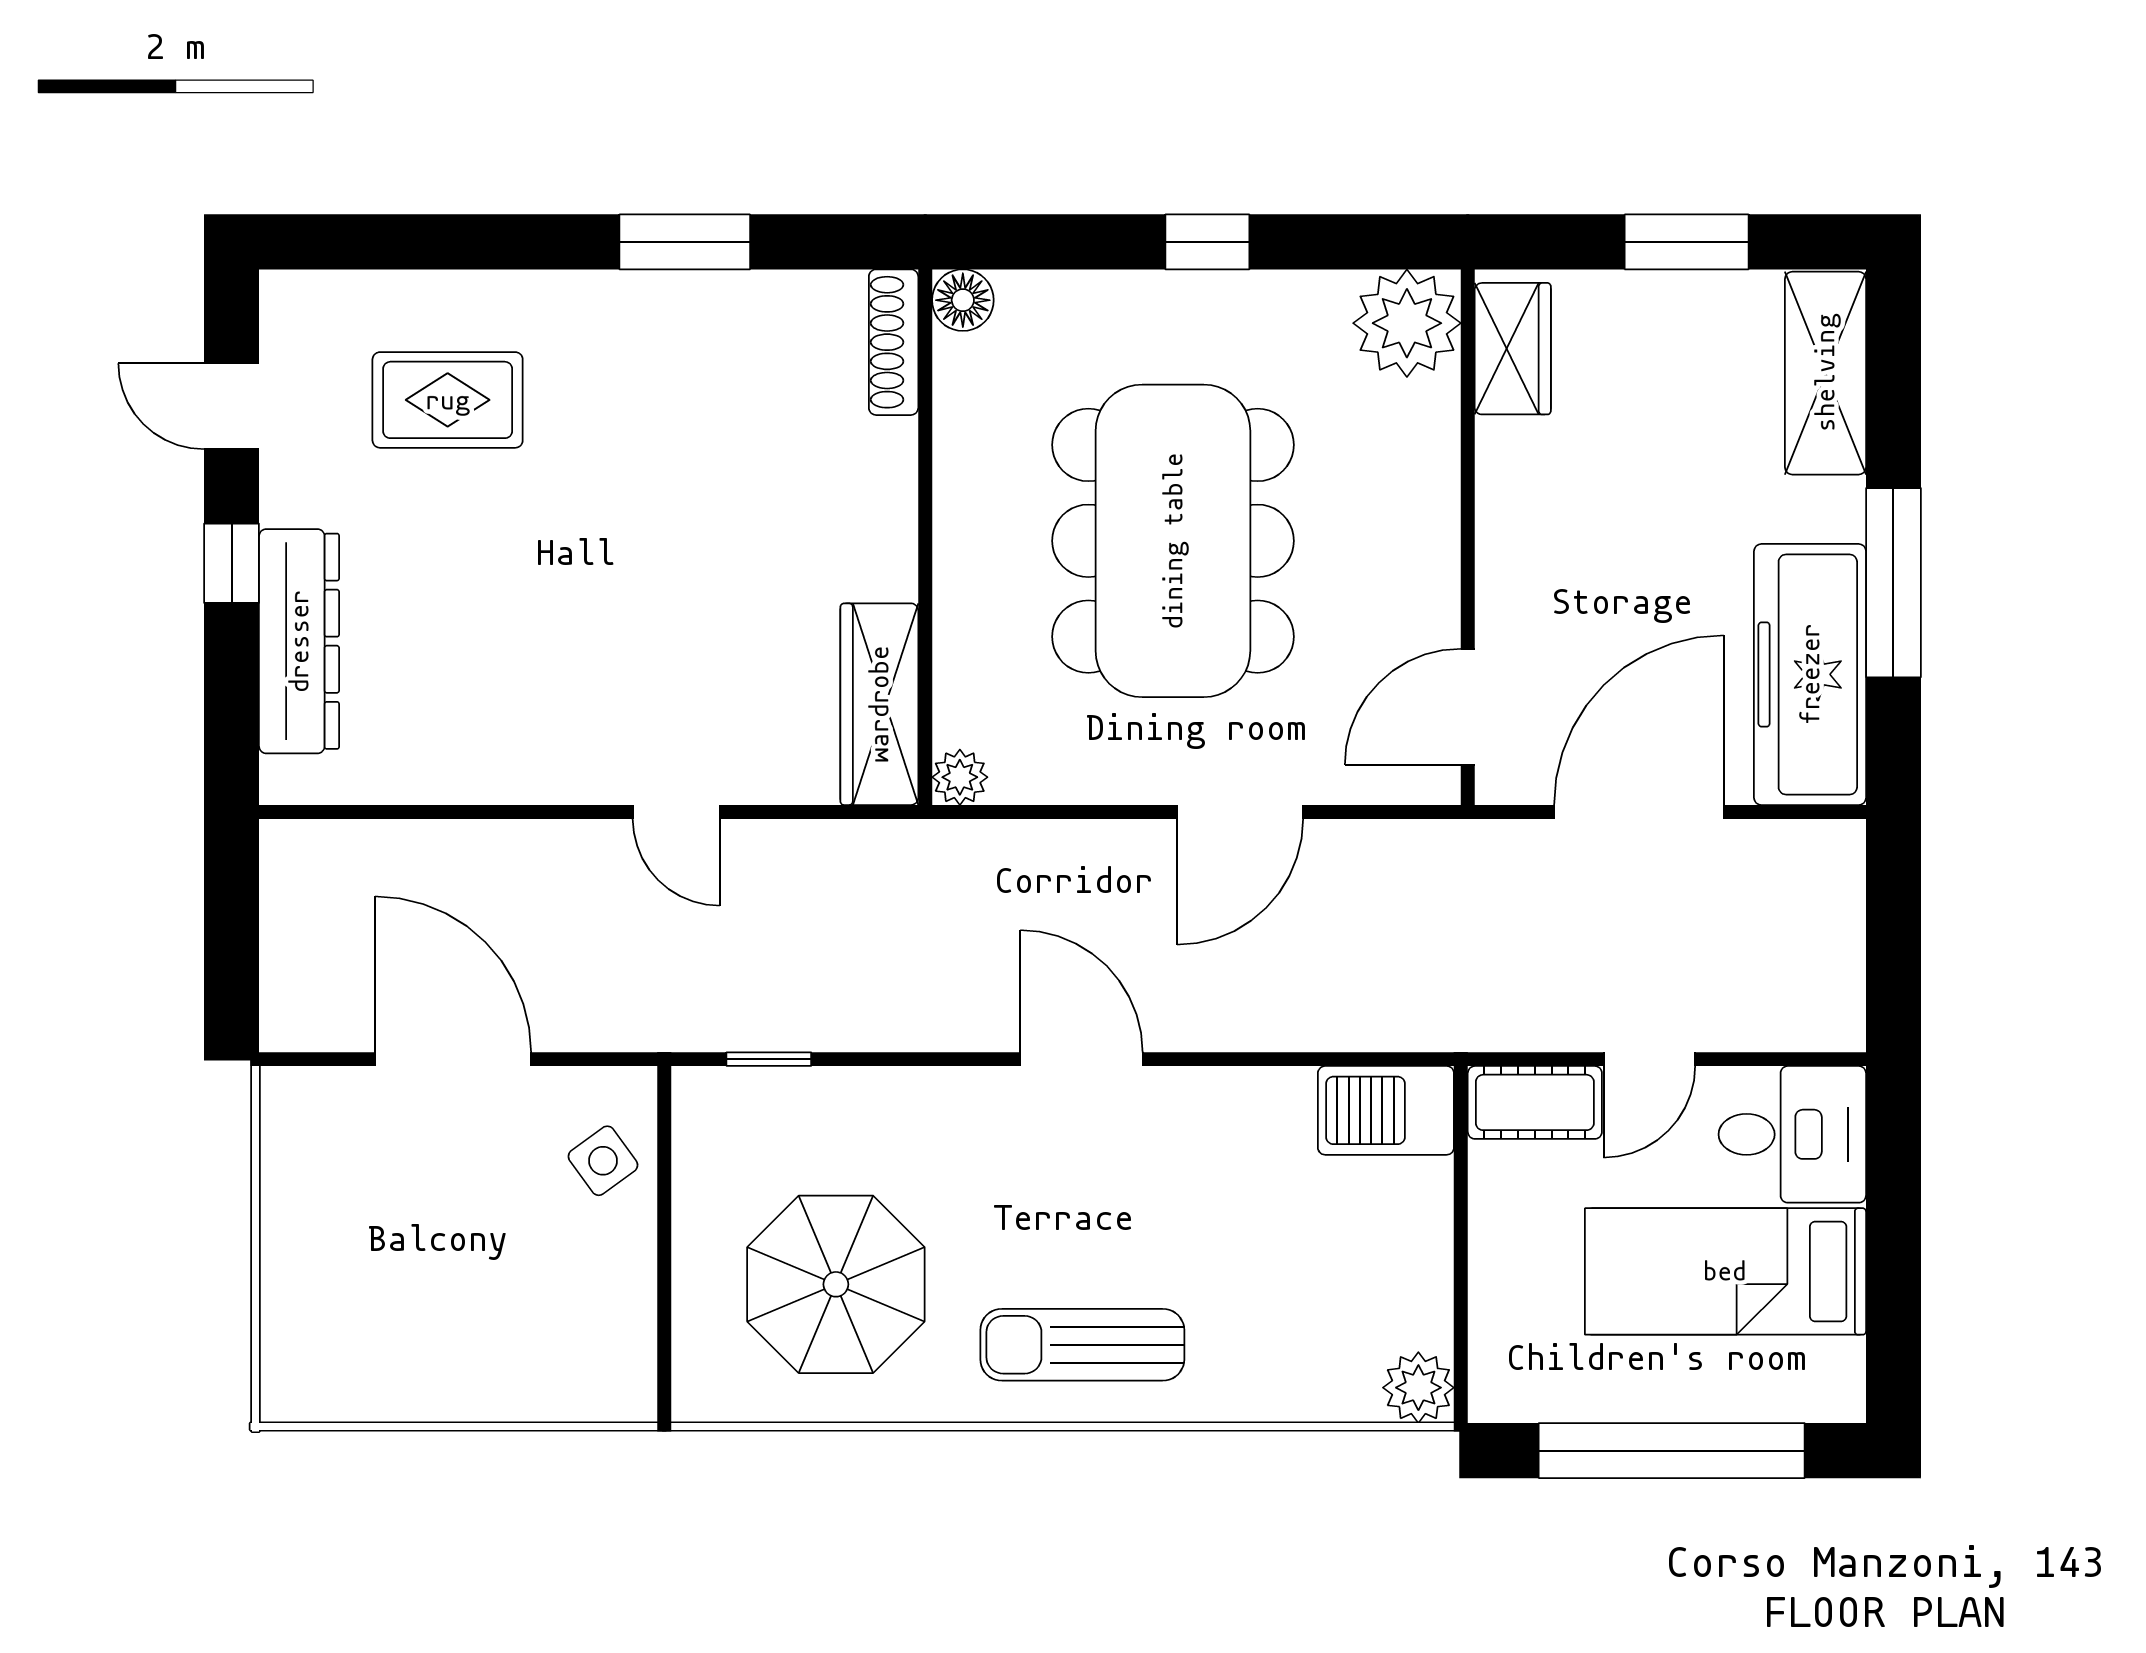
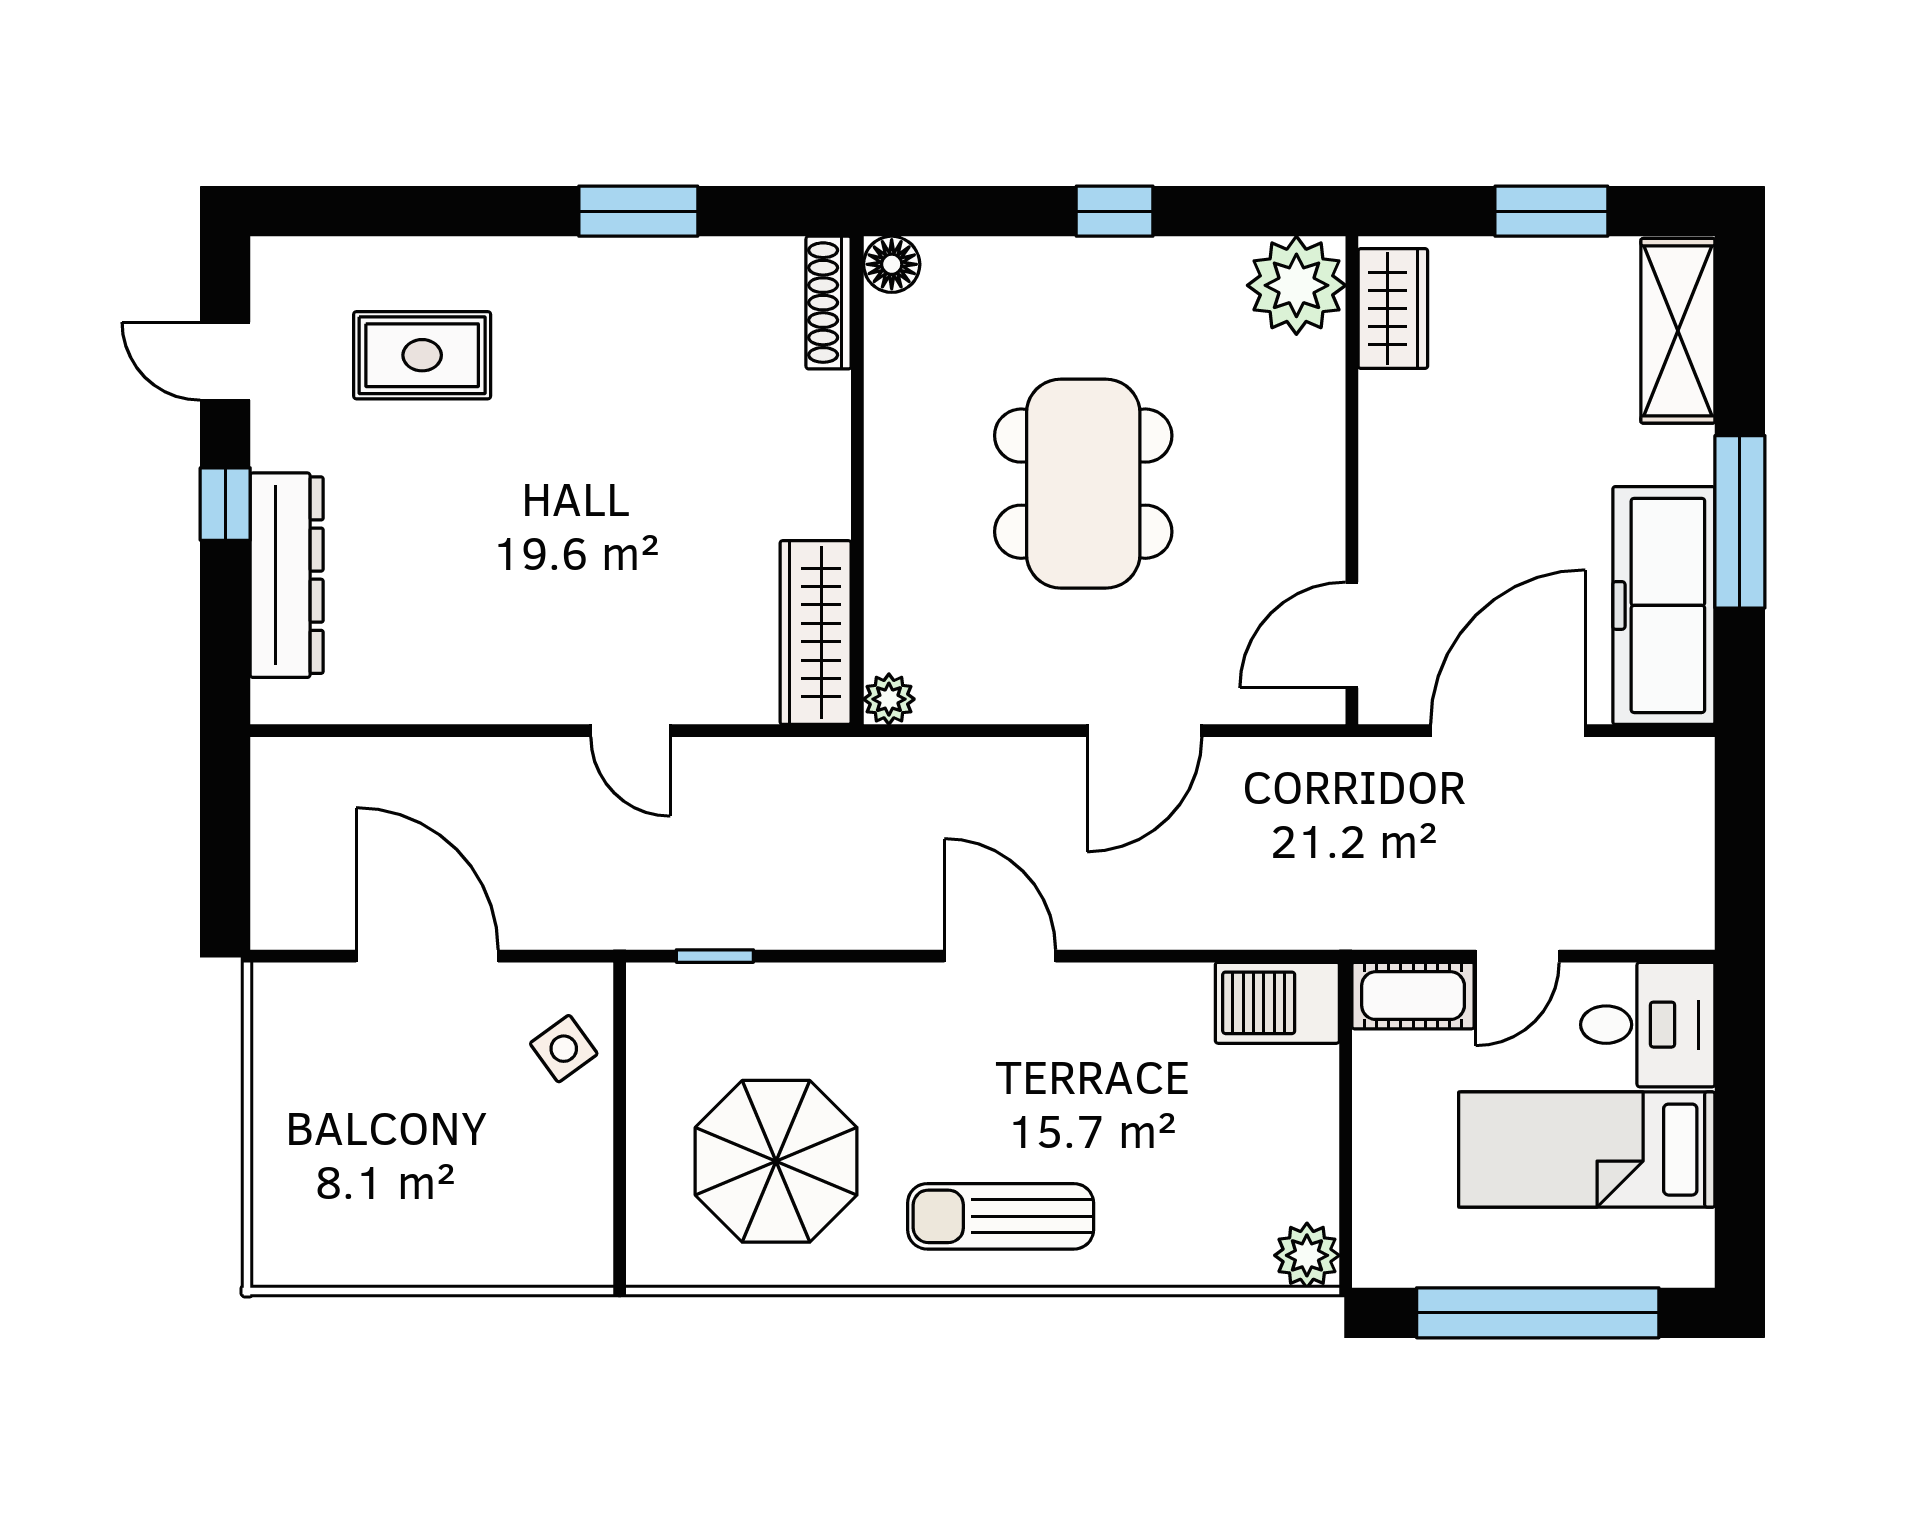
dining table: (1173, 541) -> (1083, 484), width x0.73, depth x0.80

